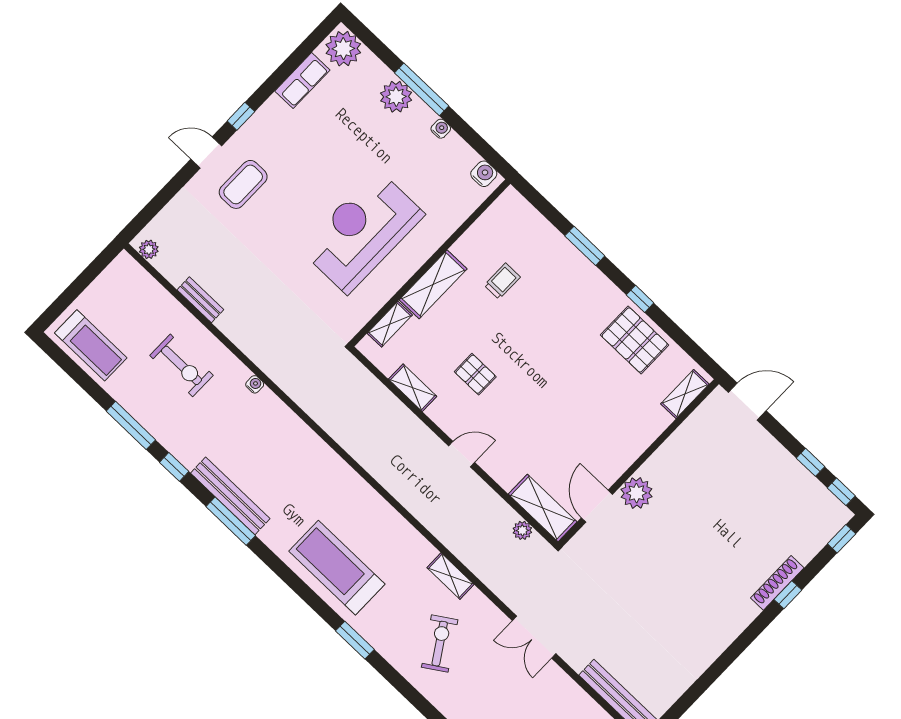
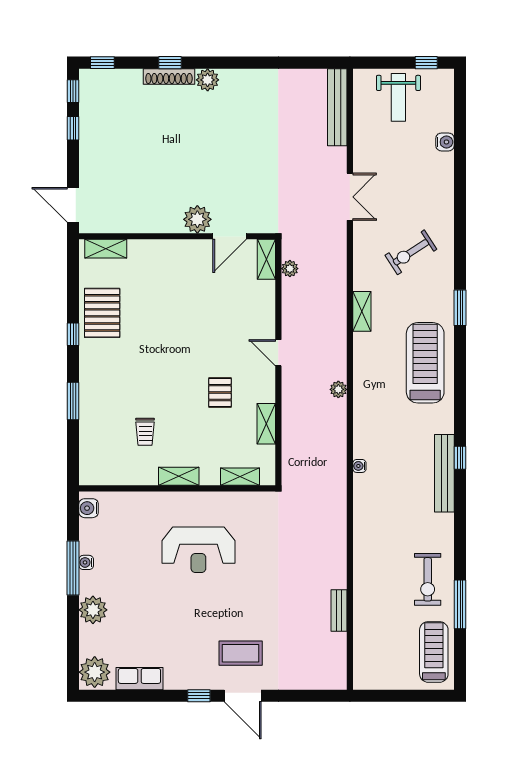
window: (422, 89) -> (73, 568), moved
door: (206, 152) -> (243, 696), width x1.38
reception desk: (362, 232) -> (198, 550), width x0.74, depth x0.77
plant: (149, 249) -> (338, 389), moved
trolley: (502, 281) -> (145, 432), turned -90
shelving: (433, 284) -> (179, 476), width x0.67, depth x0.75
exercise bike: (181, 365) -> (428, 579), moved, turned 180
water cooler: (255, 384) -> (359, 466), moved
window: (131, 425) -> (460, 604), moved
window: (174, 467) -> (460, 526), removed
shelving: (543, 508) -> (266, 259), width x0.67, depth x0.75
window: (231, 521) -> (460, 458), width x0.46
treadmill: (337, 568) -> (425, 363), turned 180
shelving: (451, 576) -> (362, 311), moved
plant: (744, 612) -> (208, 80), added

